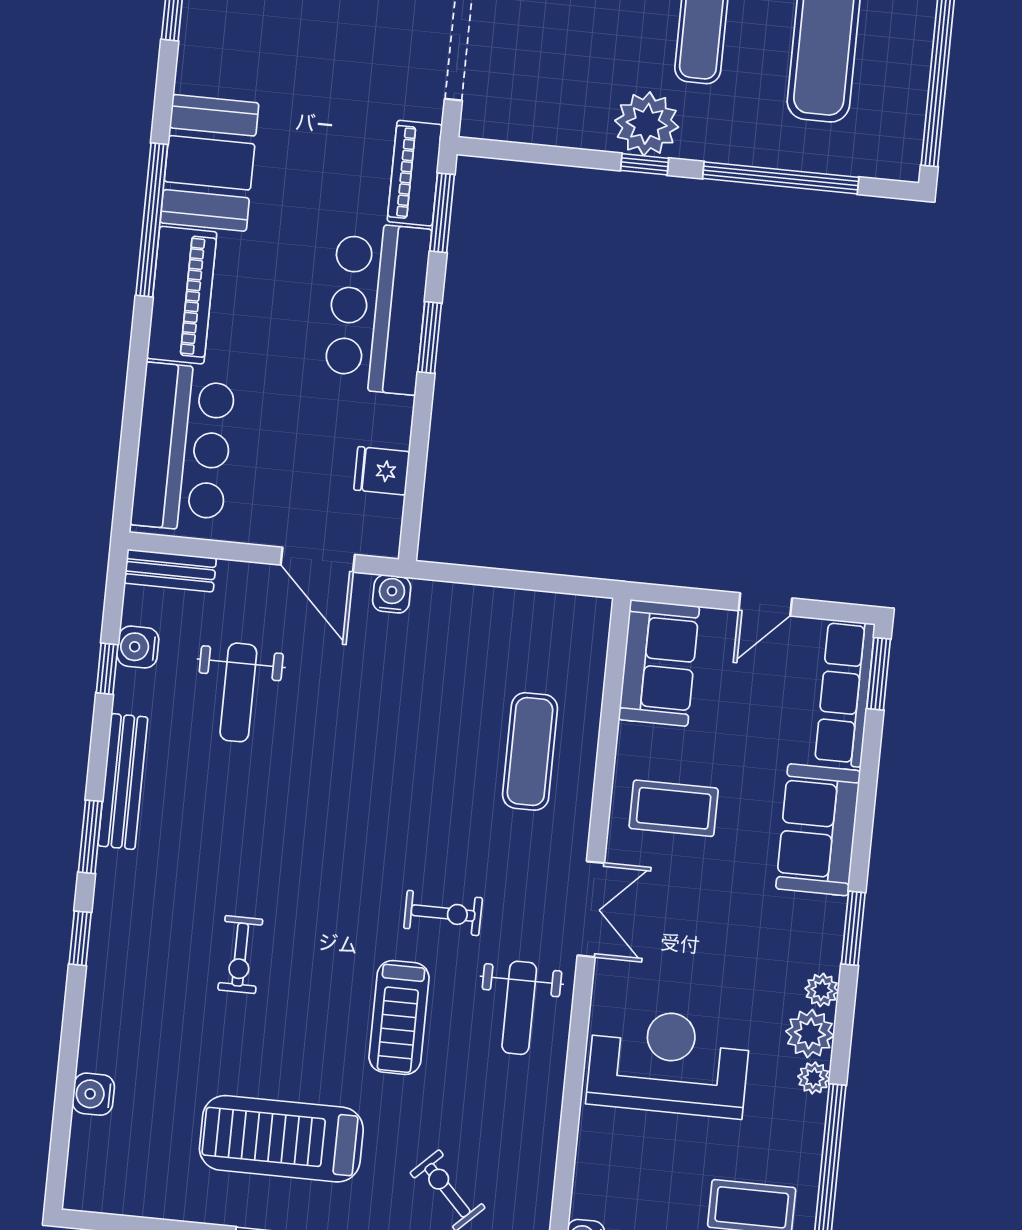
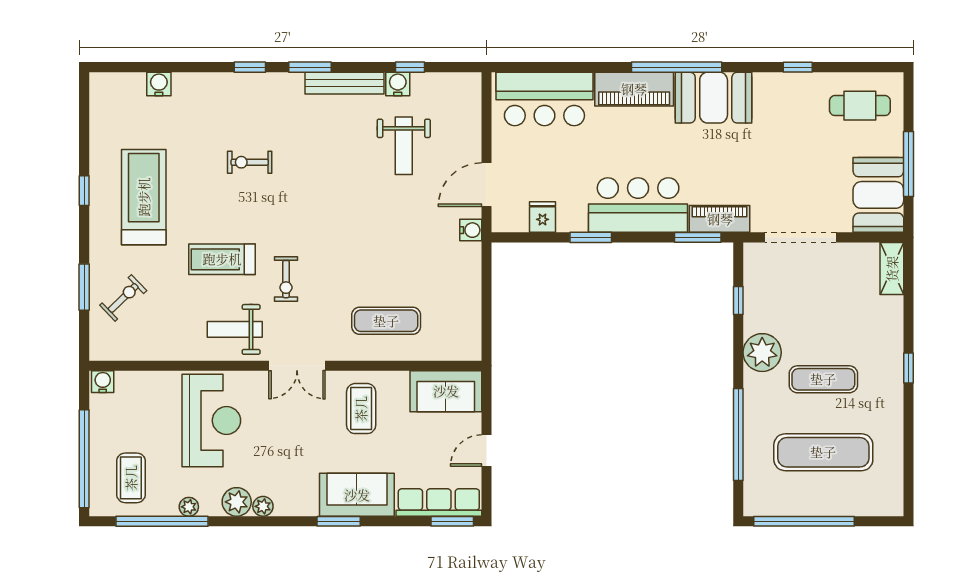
window: (645, 164) -> (738, 300), moved
window: (430, 338) -> (591, 237), moved
bench: (170, 571) -> (471, 98), removed
door: (765, 604) -> (486, 450), hinge flipped
water cooler: (138, 647) -> (398, 84), moved
weight bench: (238, 692) -> (404, 146), turned -90
window: (853, 928) -> (339, 521), moved
plant: (814, 1078) -> (189, 507), moved

